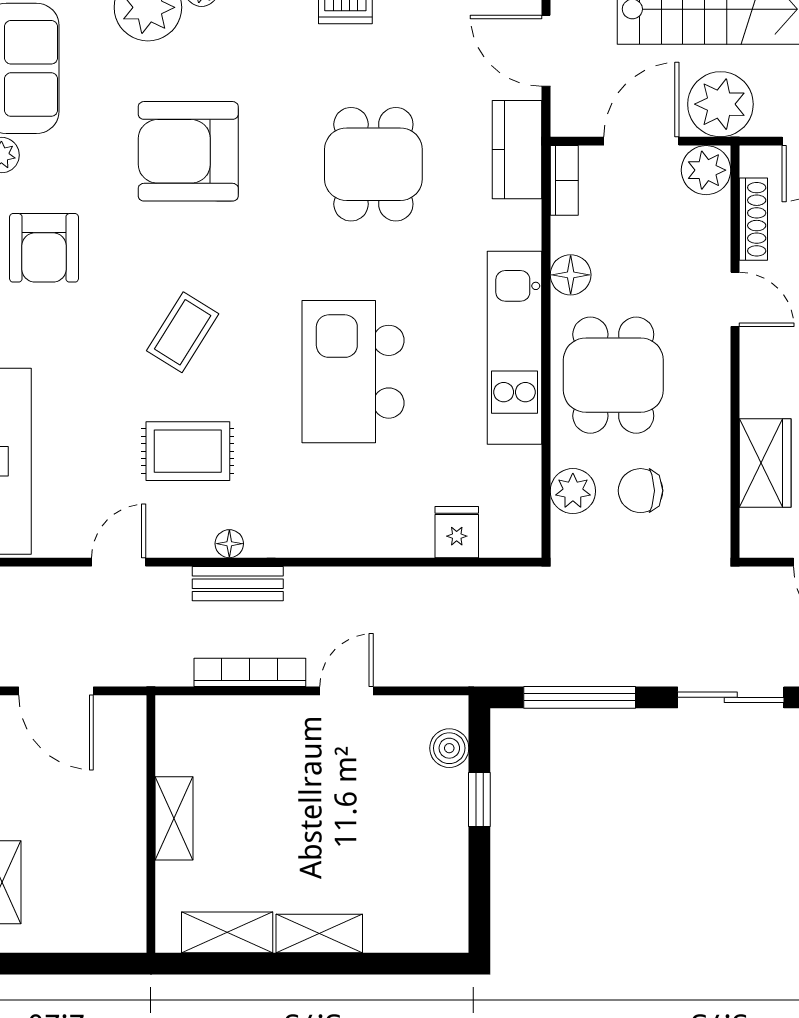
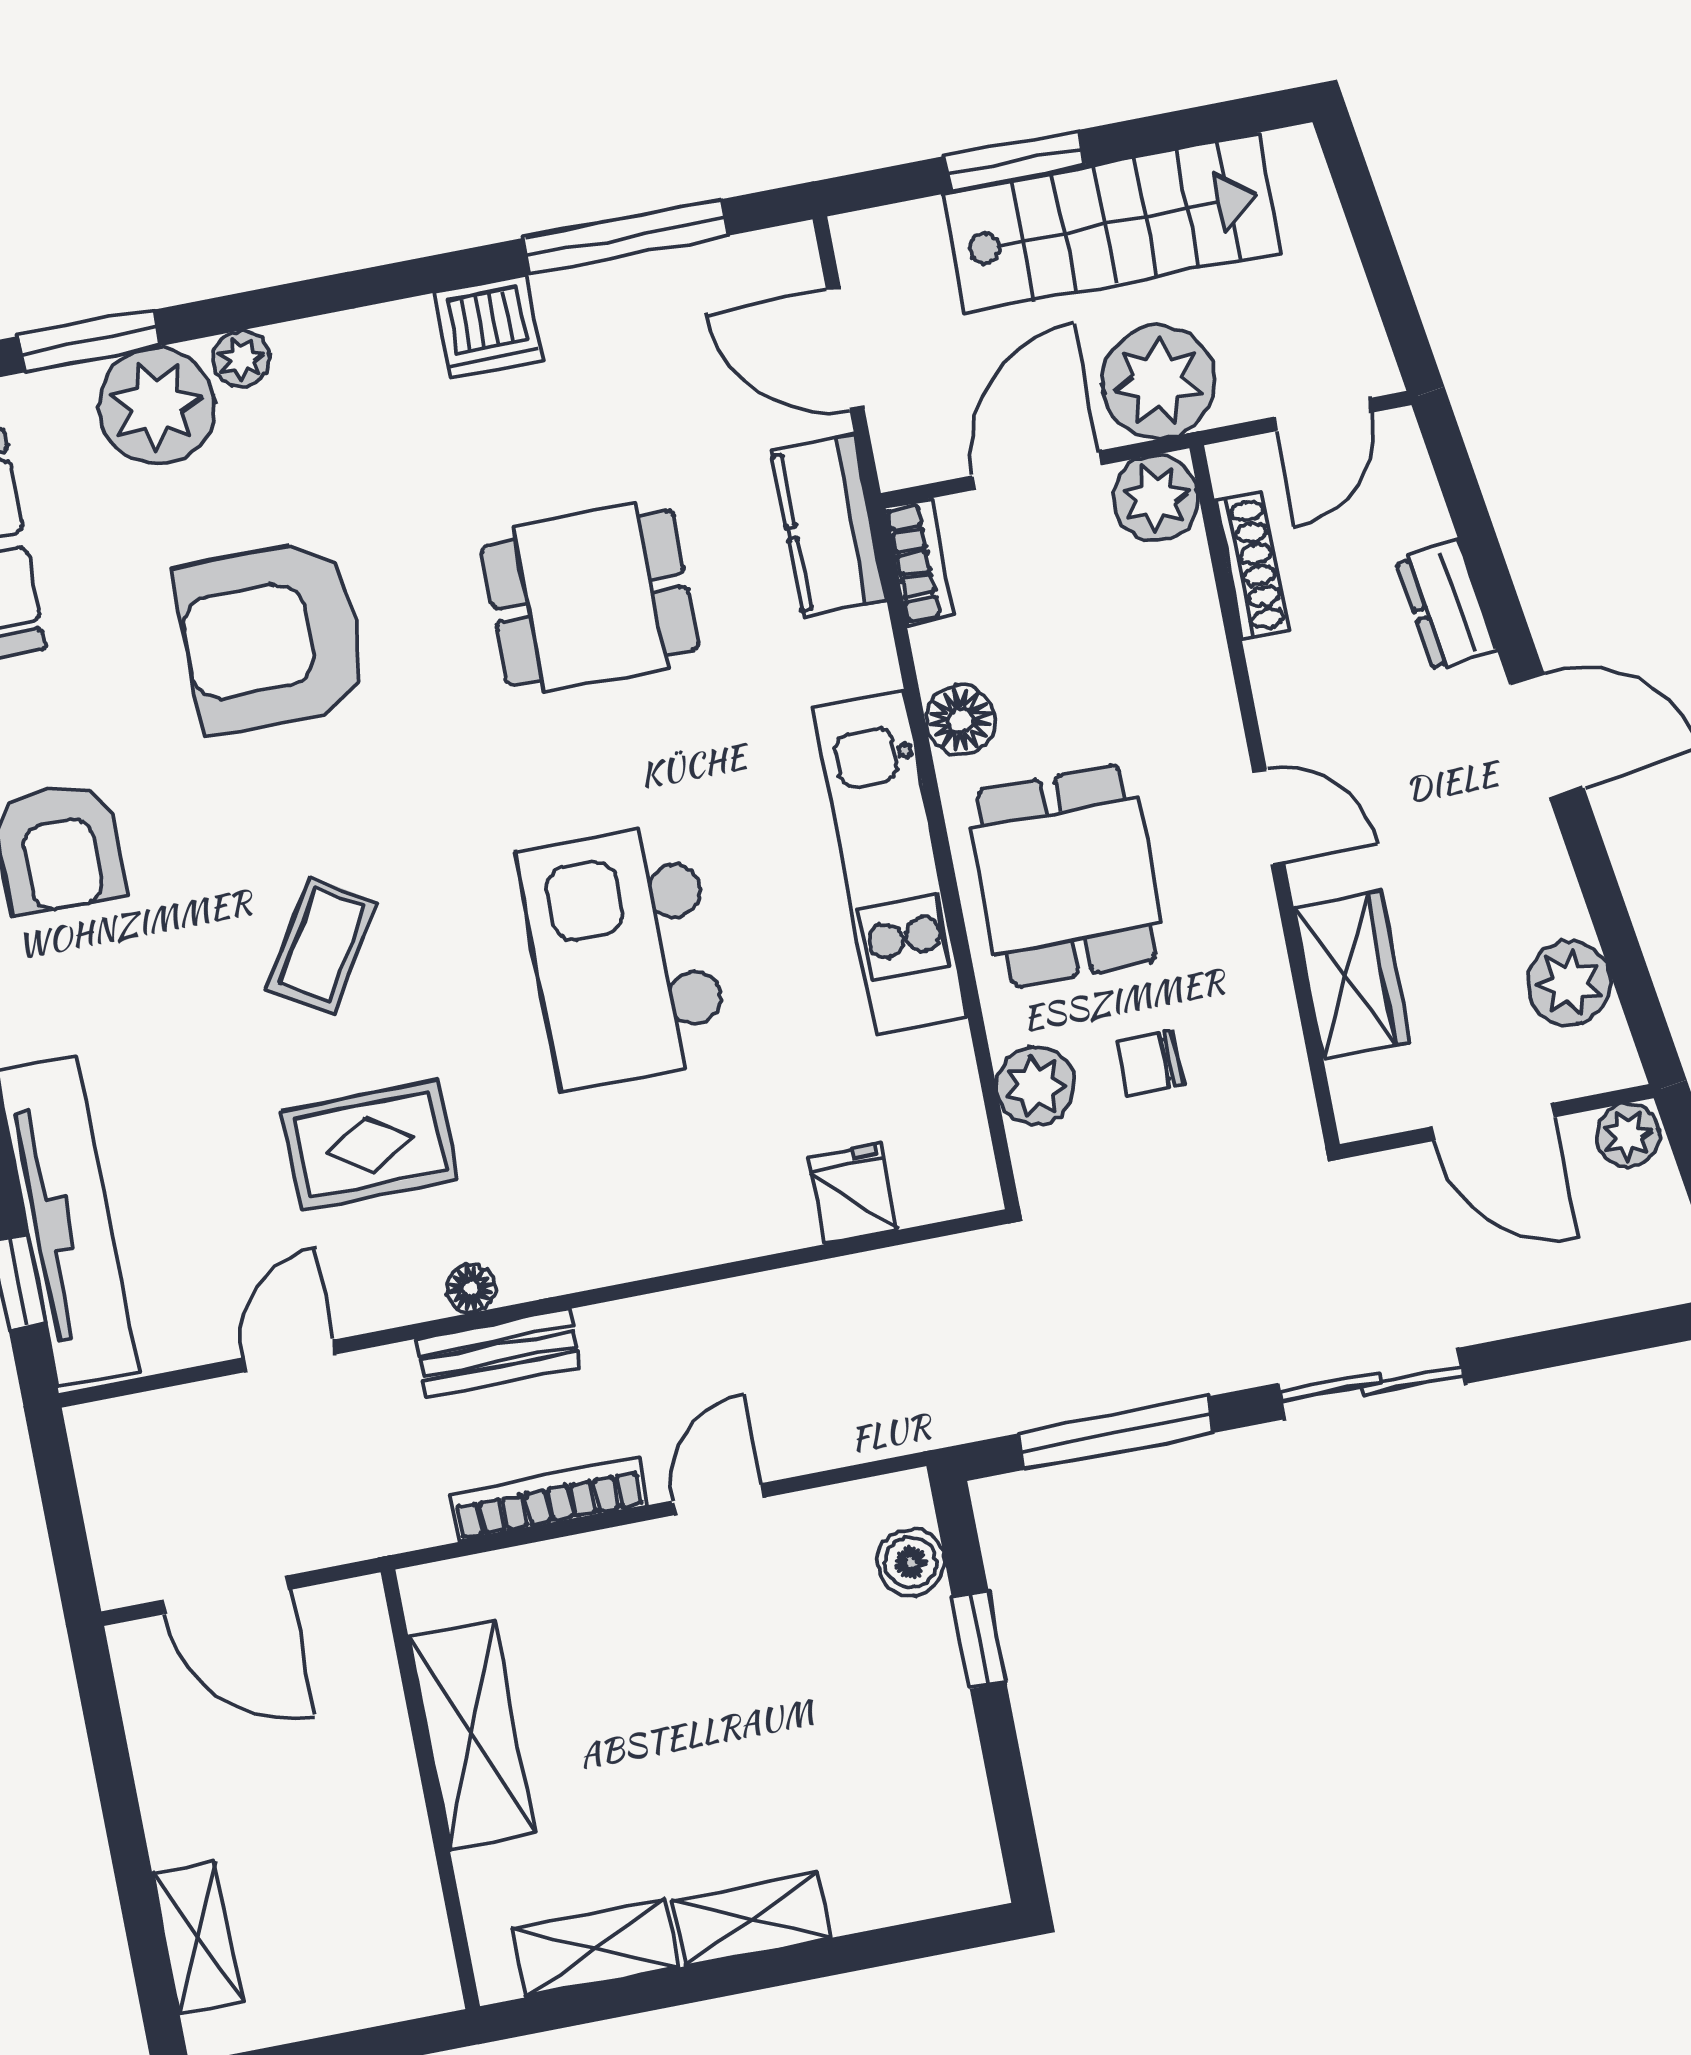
dining table: (373, 164) -> (590, 598), turned 90
door: (735, 299) -> (1269, 817), moved
chair: (641, 491) -> (1150, 1063), width x0.73, depth x0.73
shelving: (174, 818) -> (471, 1735), width x1.50, depth x1.33

